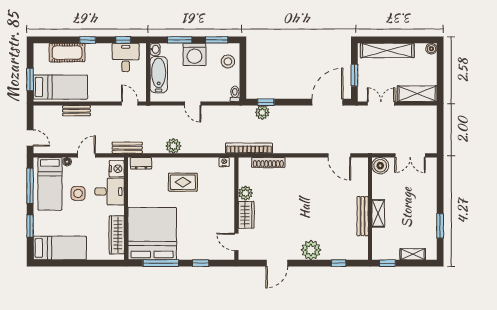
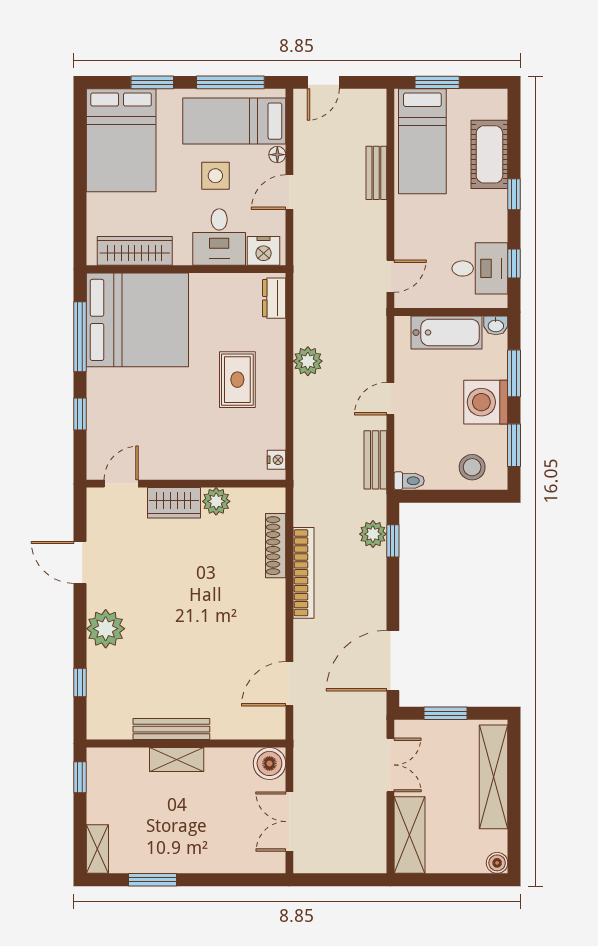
door: (327, 102) -> (393, 661), swing flipped
bench: (127, 148) -> (375, 460), moved
bookcase: (249, 148) -> (304, 573), moved
door: (87, 155) -> (289, 192), swing flipped
bed: (60, 248) -> (121, 140), width x1.50
shelving: (413, 254) -> (97, 849), moved

